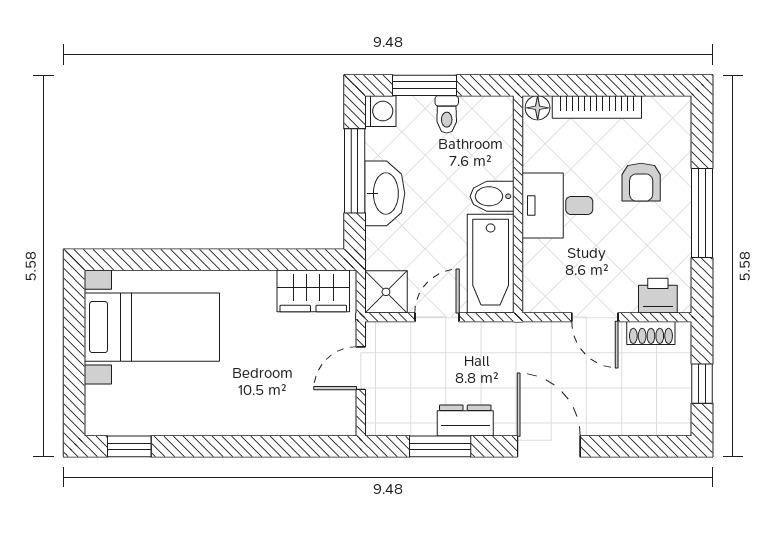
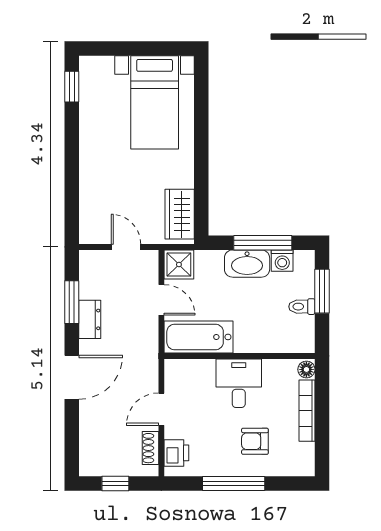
washing machine: (380, 111) -> (282, 261), moved
bidet: (492, 196) -> (245, 338), removed

